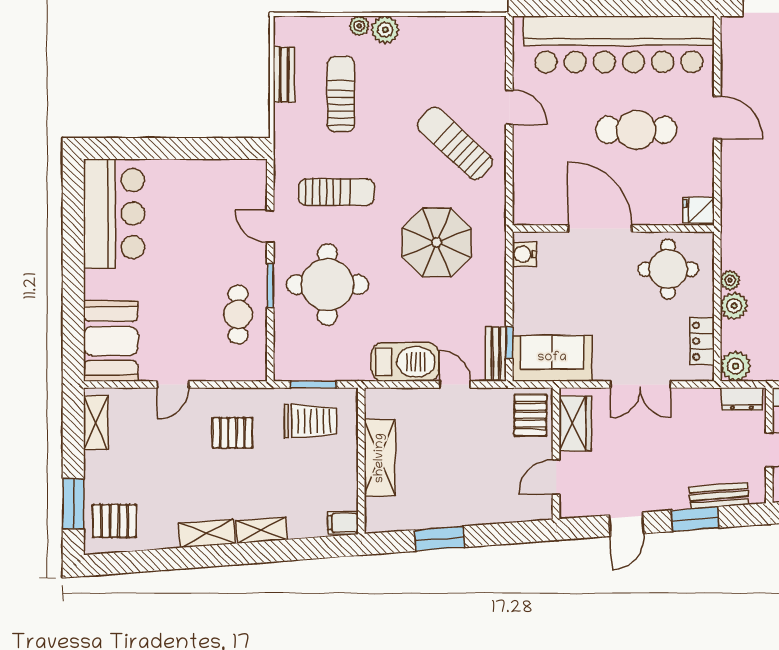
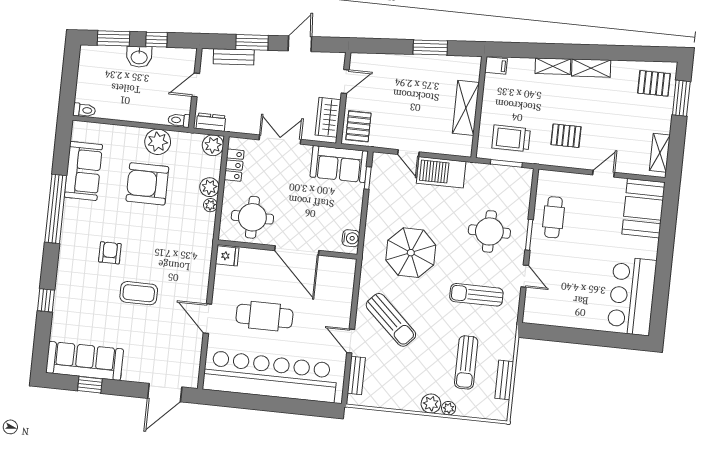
round table: (327, 285) -> (489, 231), width x0.73, depth x0.73
bench: (496, 354) -> (356, 375), moved

